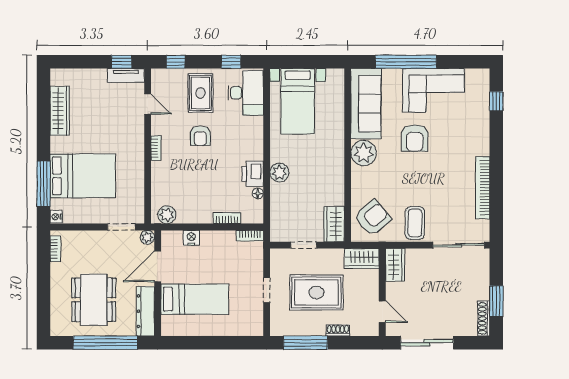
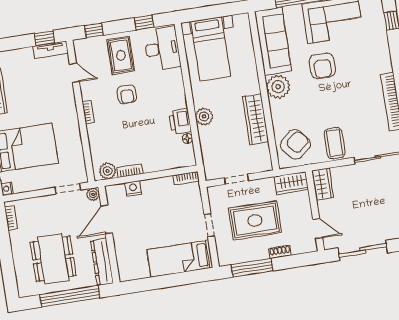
bookcase: (227, 218) -> (130, 171), moved
wardrobe: (334, 224) -> (256, 119), moved, width x1.50
bed: (195, 299) -> (180, 259), moved, turned 180

